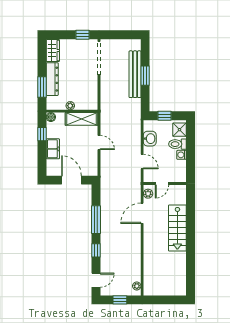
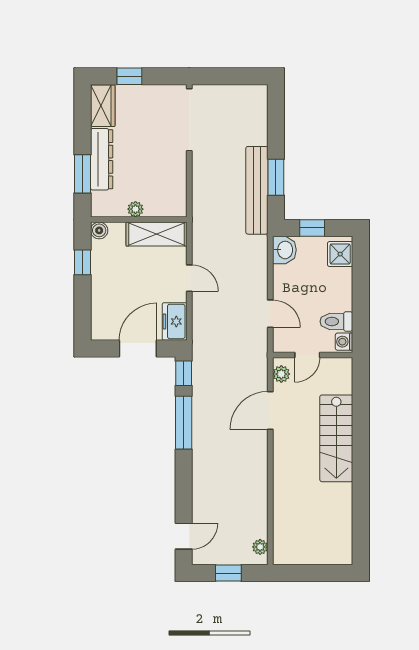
window: (82, 35) -> (129, 76), moved
bench: (135, 74) -> (257, 190), moved
window: (145, 76) -> (276, 177), moved
washbasin: (150, 139) -> (284, 250), moved
toilet: (177, 144) -> (336, 321), moved
freezer: (53, 149) -> (175, 321), moved, turned 180
washing machine: (182, 155) -> (344, 342), moved
door: (72, 180) -> (138, 348), hinge flipped
window: (96, 250) -> (184, 373), moved

